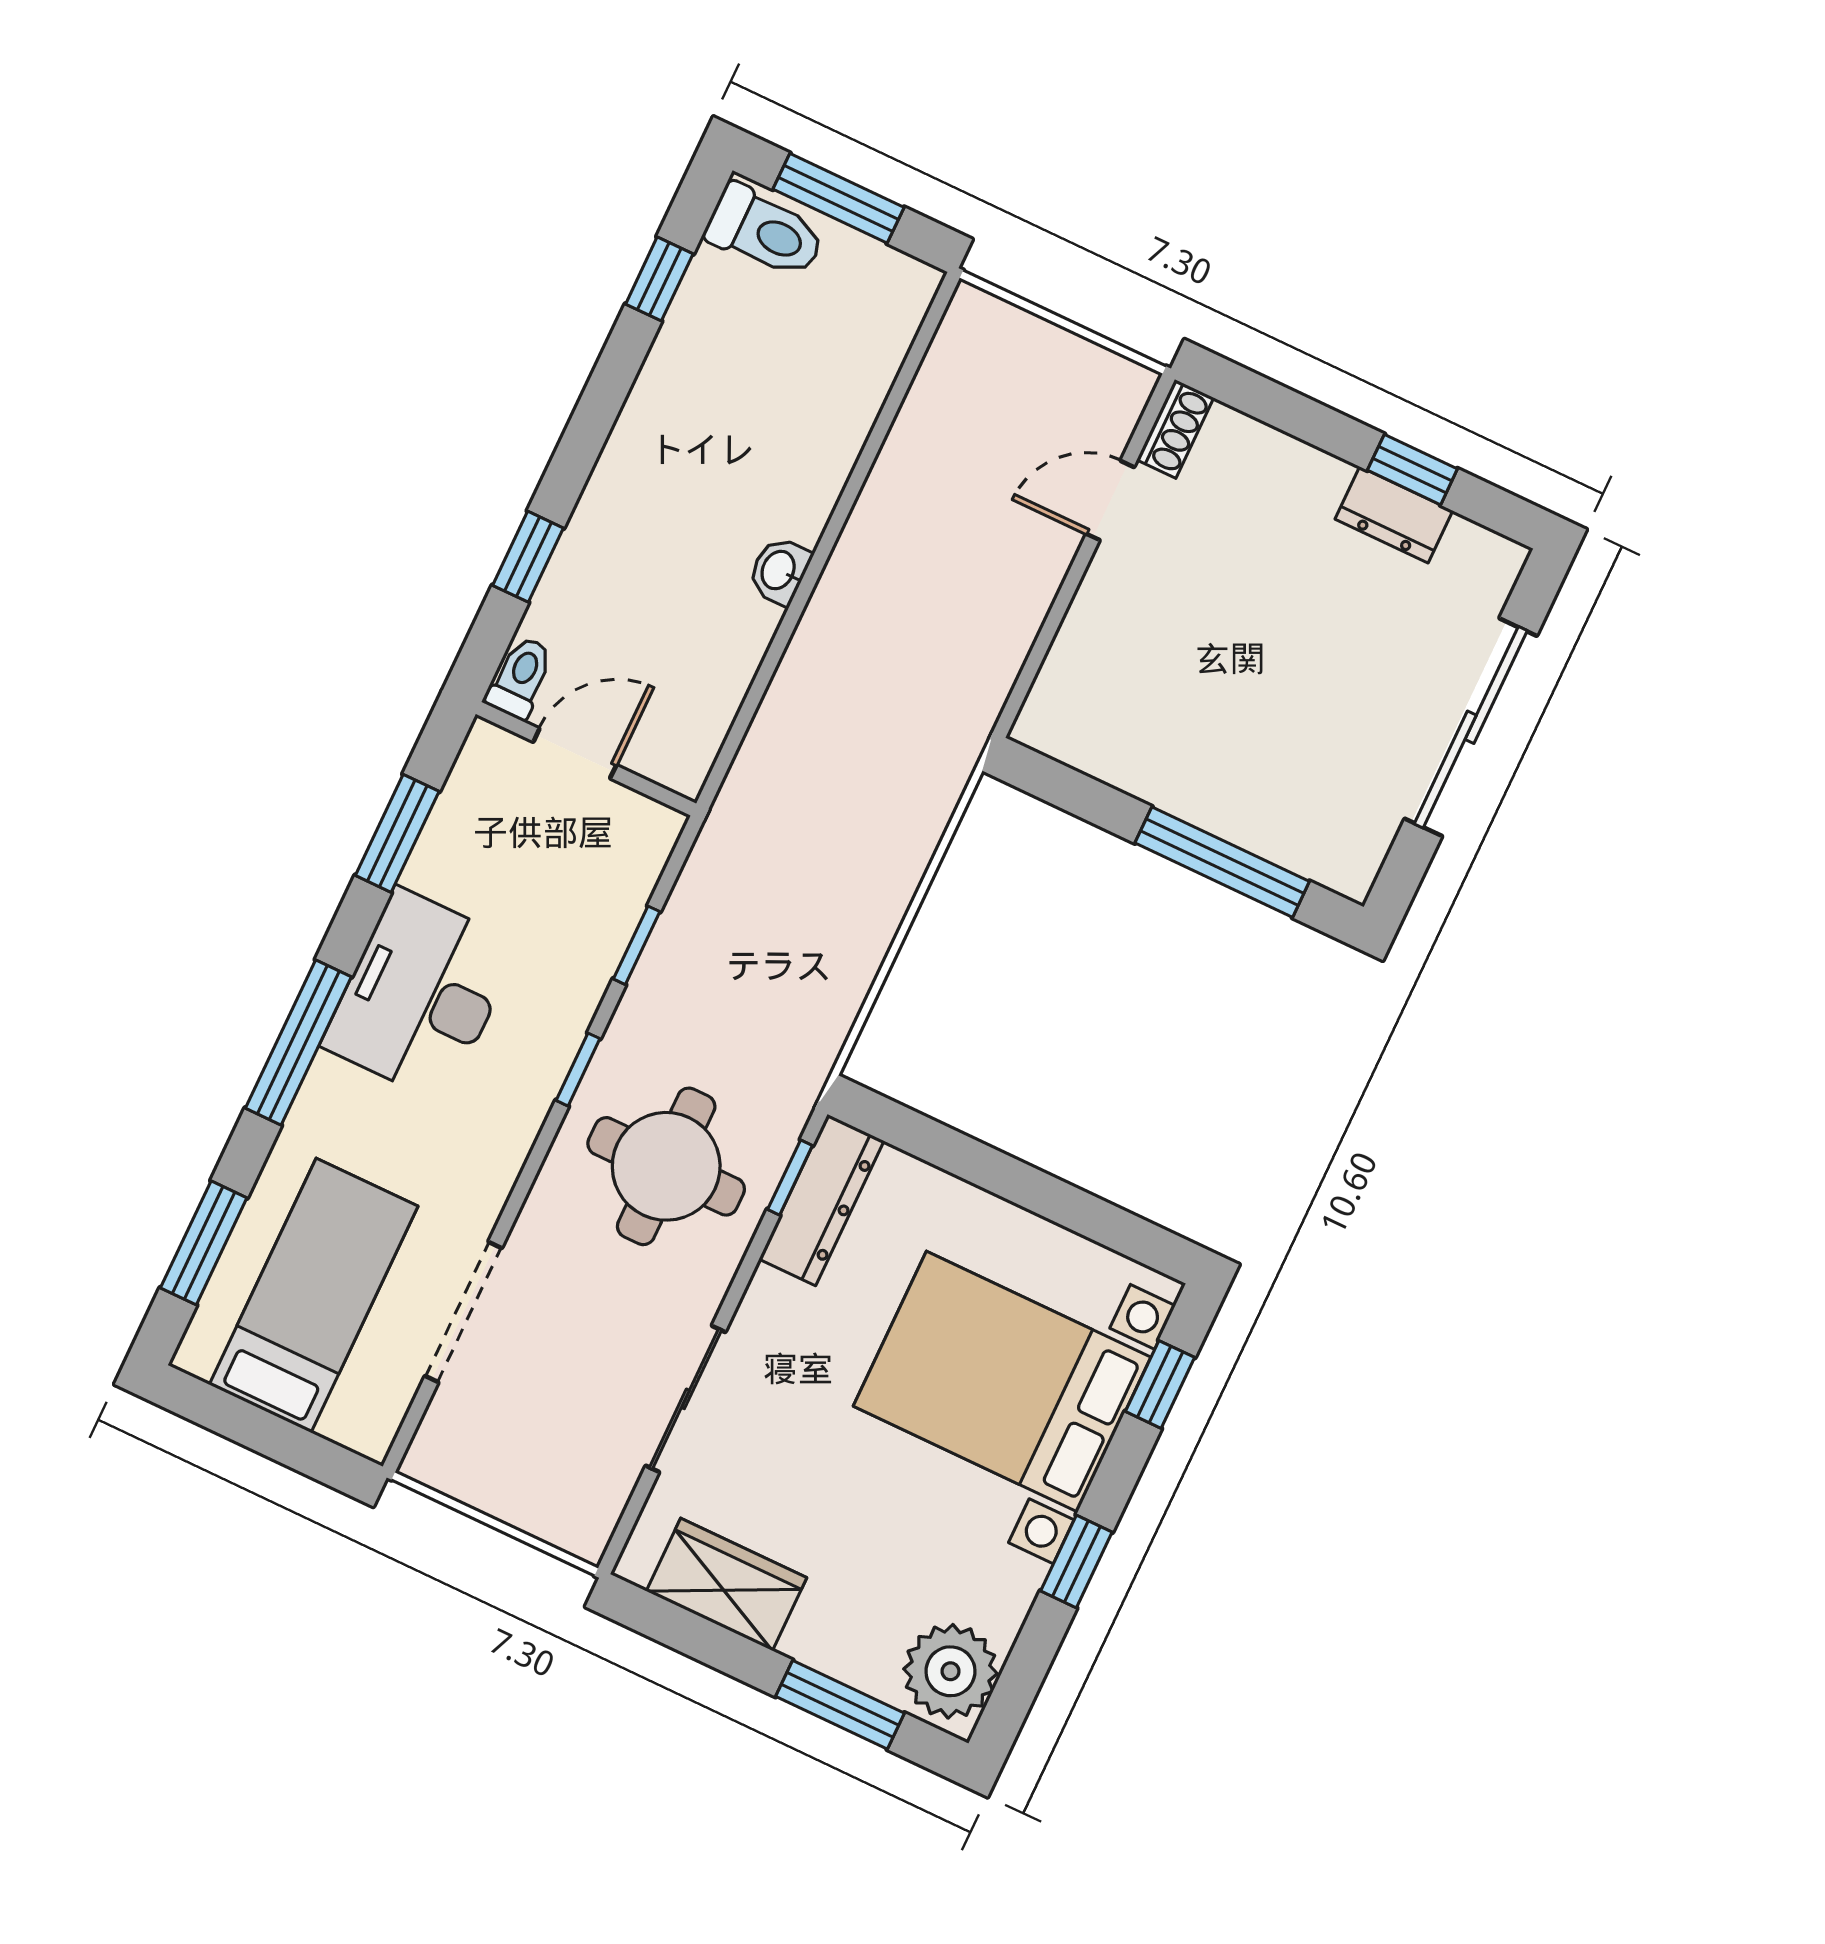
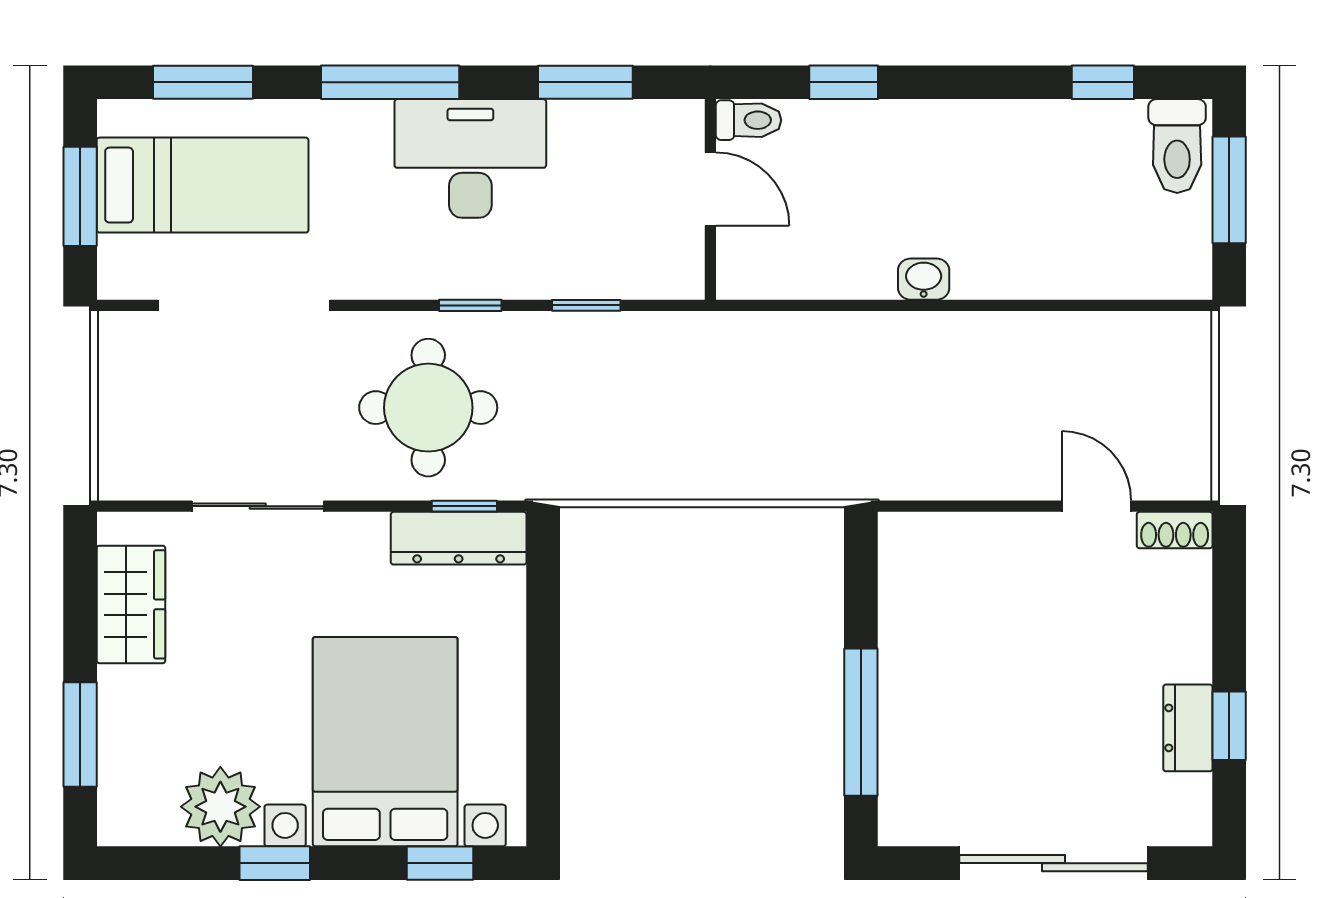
doorway: (463, 1312) -> (244, 305), width x1.36
window: (264, 1432) -> (80, 196), added
plant: (951, 1671) -> (220, 807), moved

